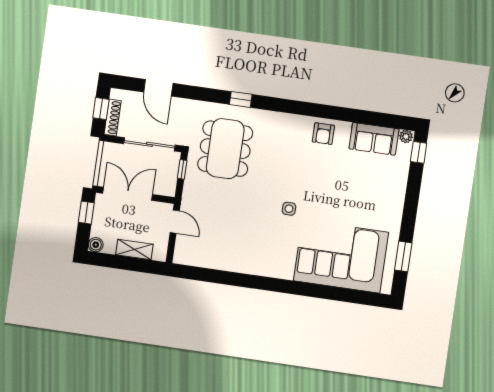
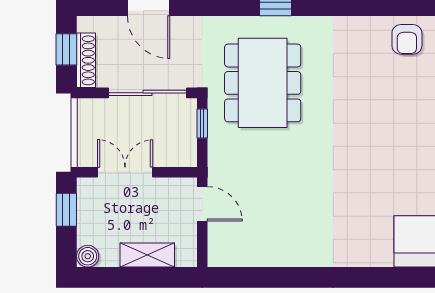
double door: (128, 194) -> (125, 172), width x0.73
side table: (289, 209) -> (372, 160), removed

